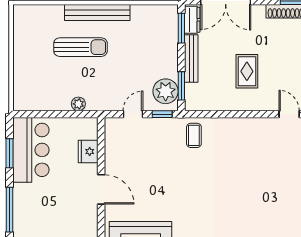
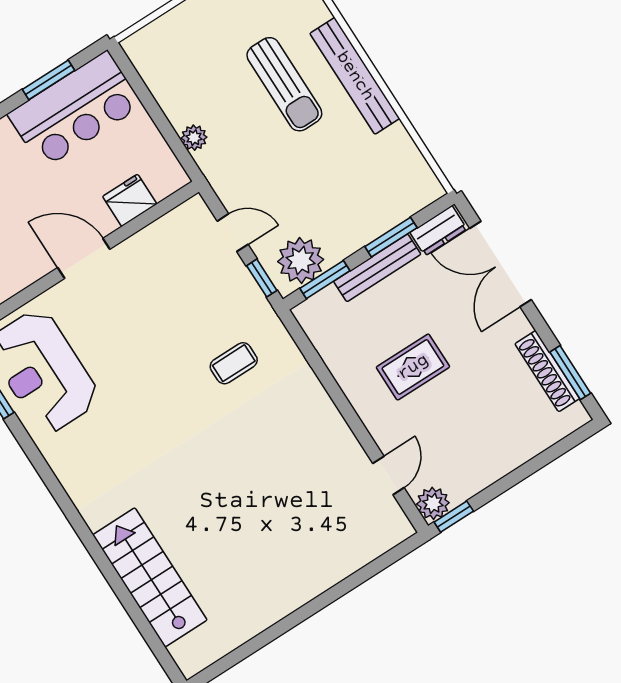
window: (181, 28) -> (391, 237), moved
coffee table: (194, 135) -> (234, 363), moved
door: (101, 189) -> (84, 258), swing flipped

